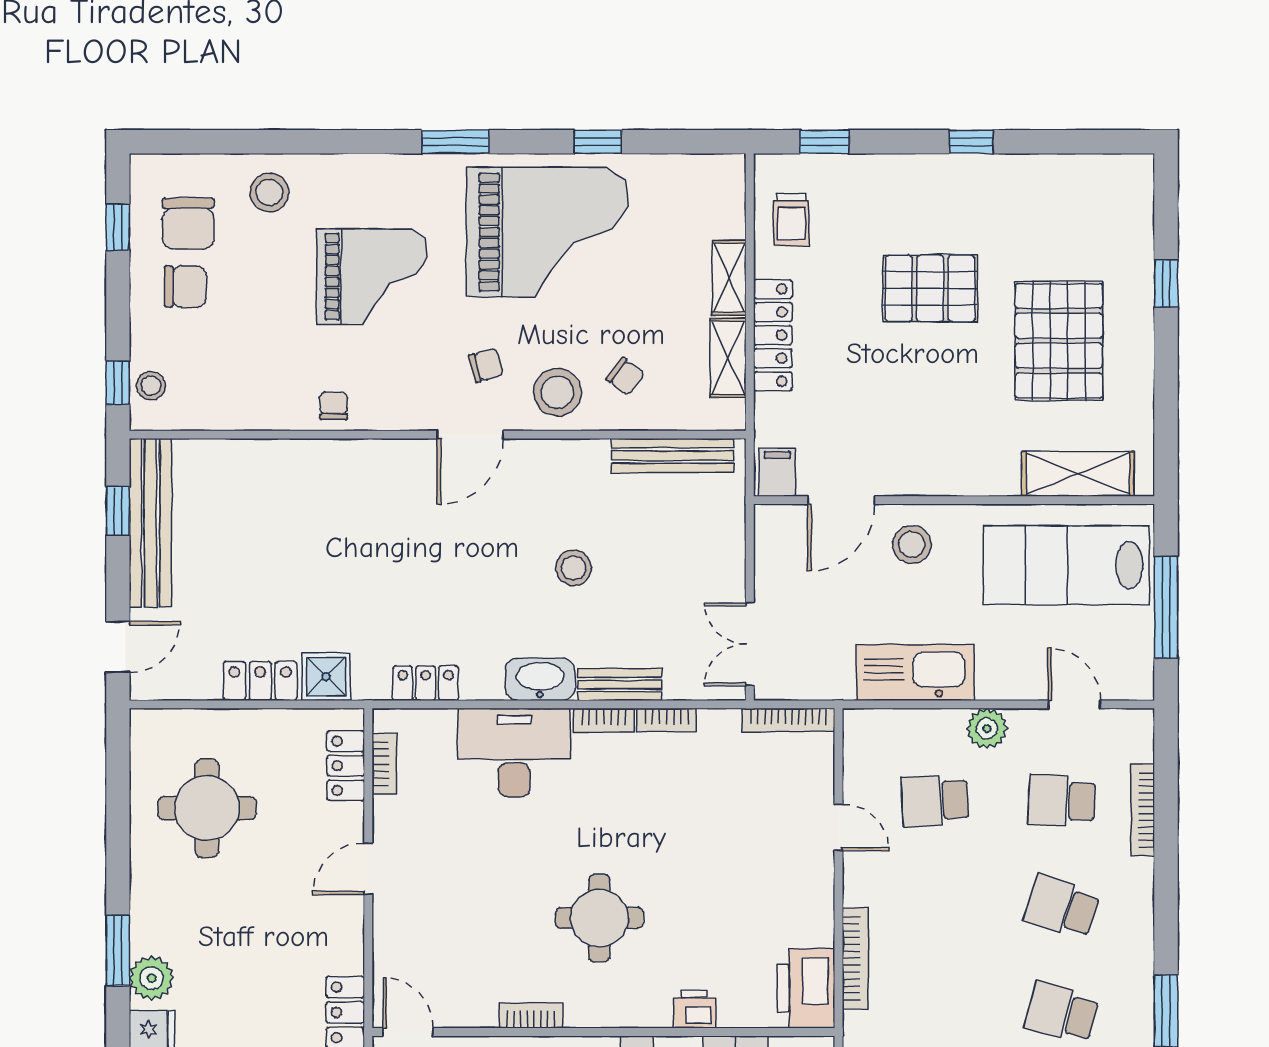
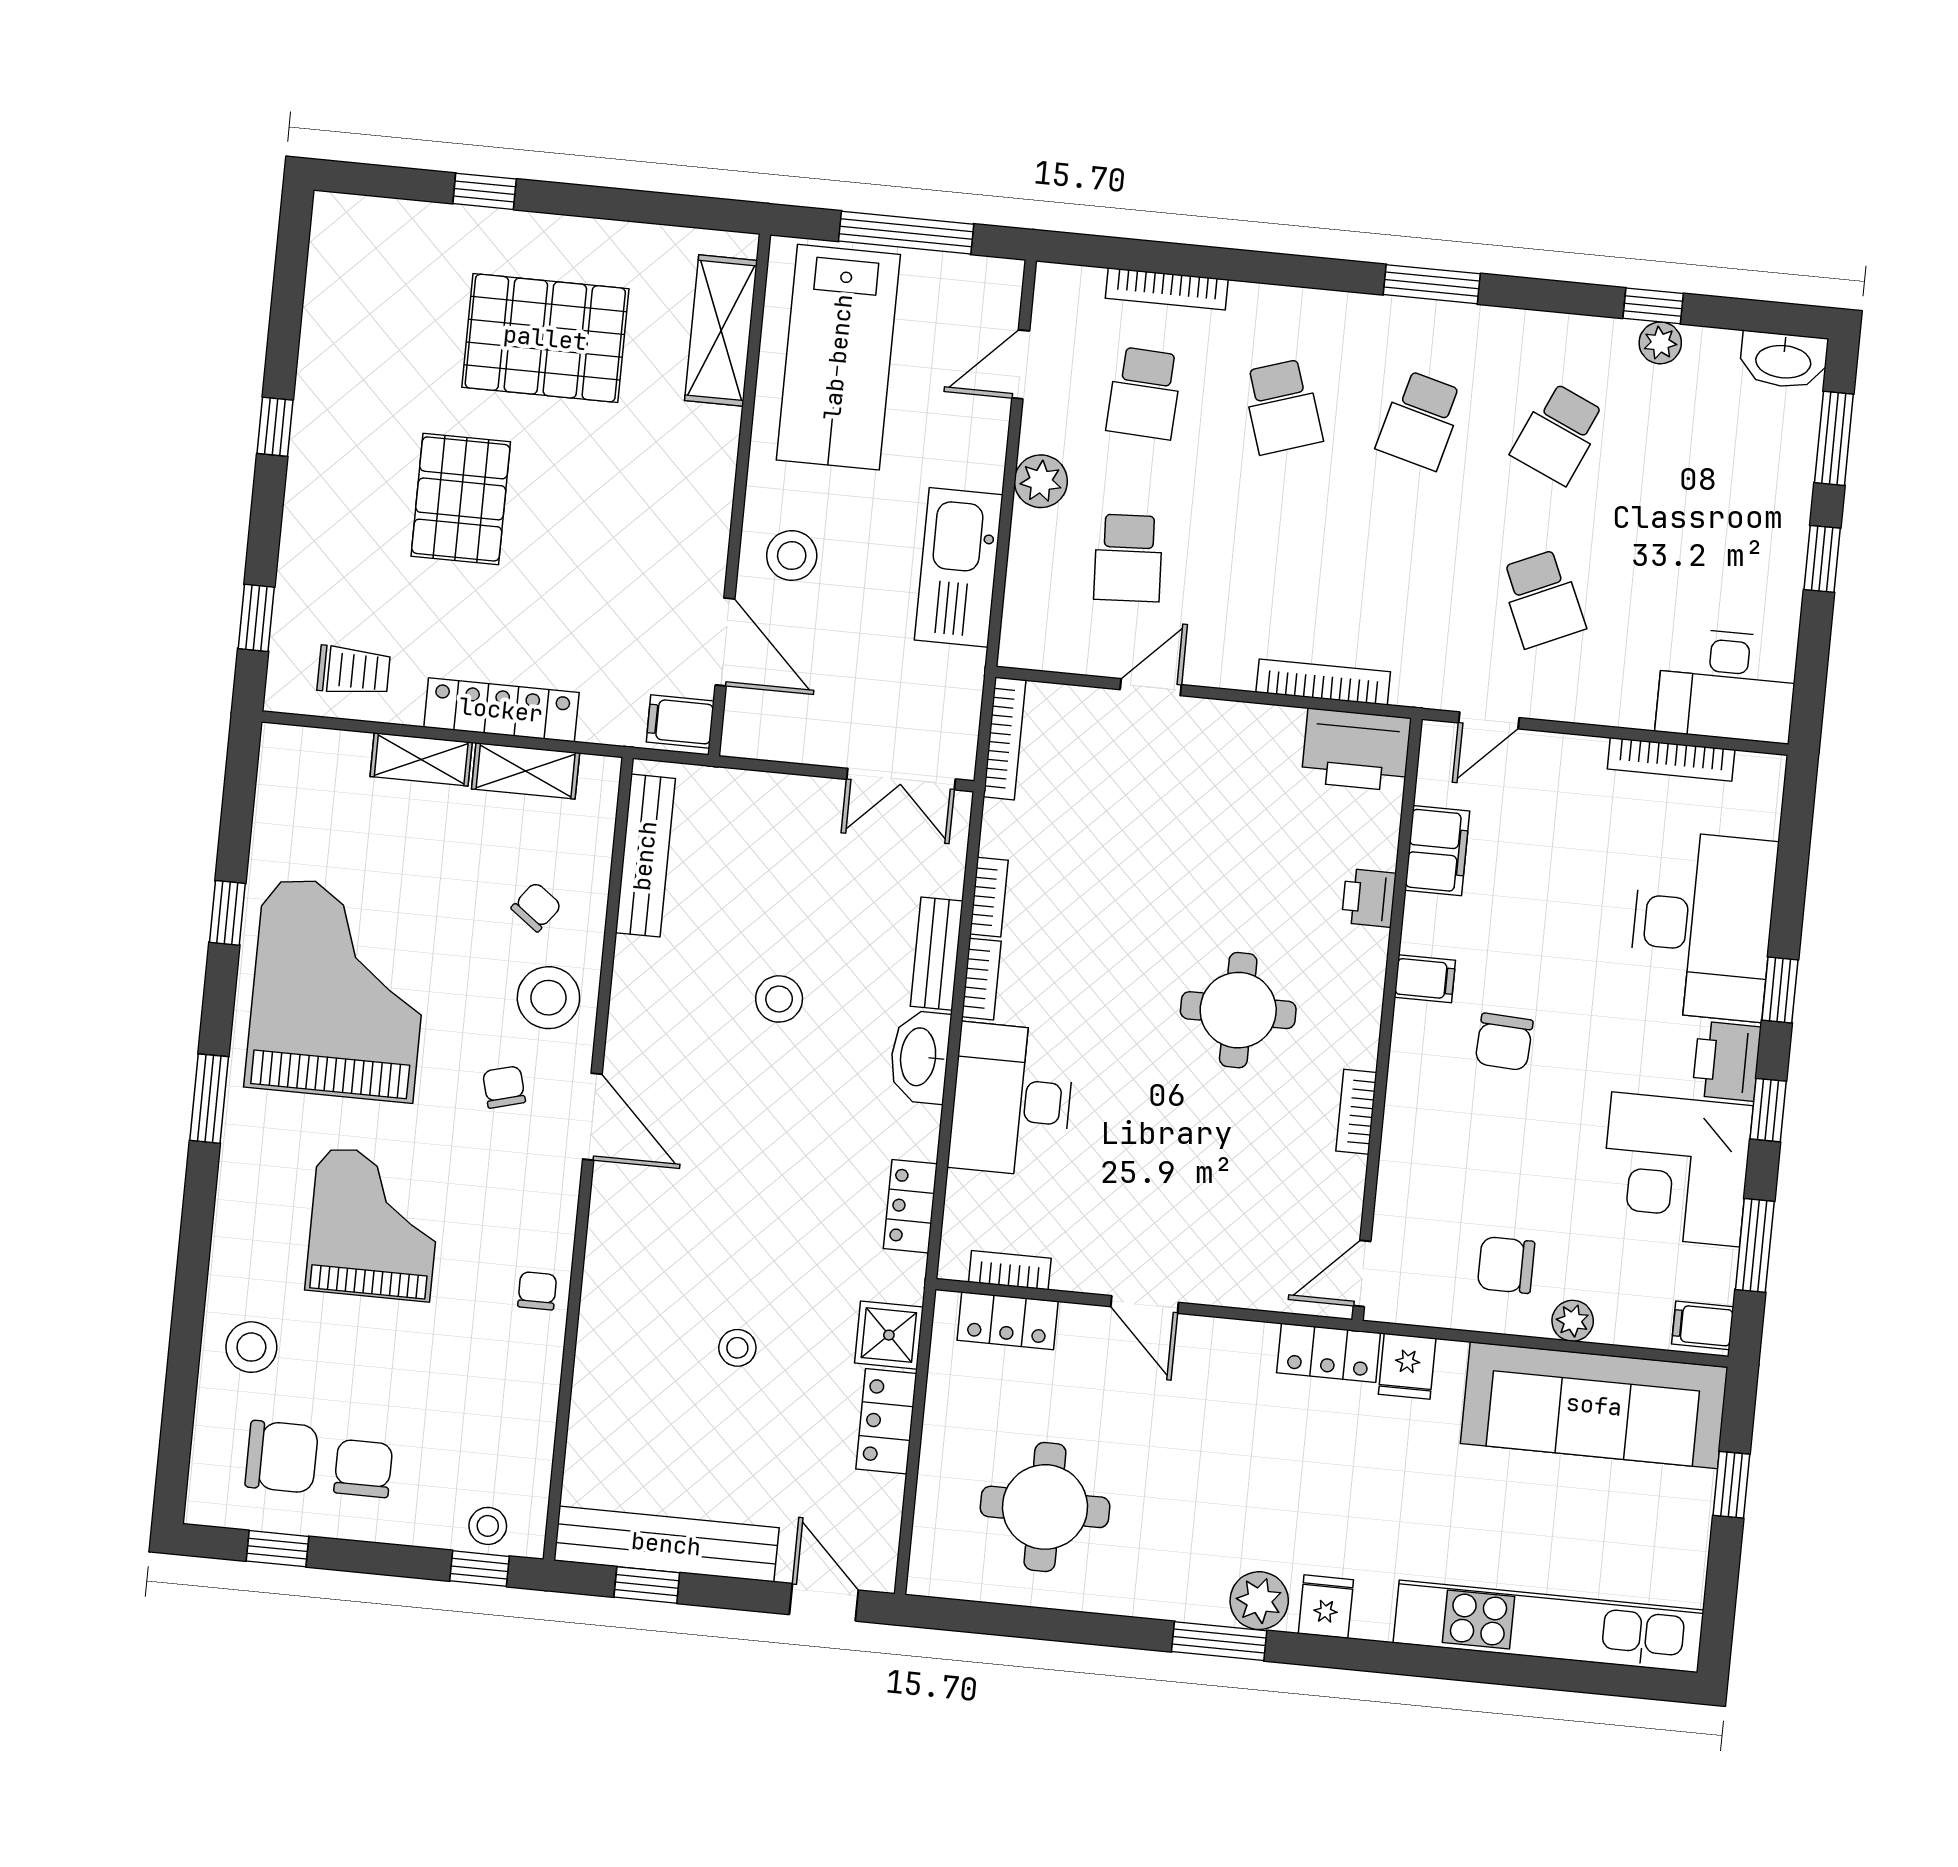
chair: (333, 406) -> (537, 1291), turned 90
stool: (305, 562) -> (737, 1348), added
school desk: (1062, 907) -> (1282, 407), turned -36

